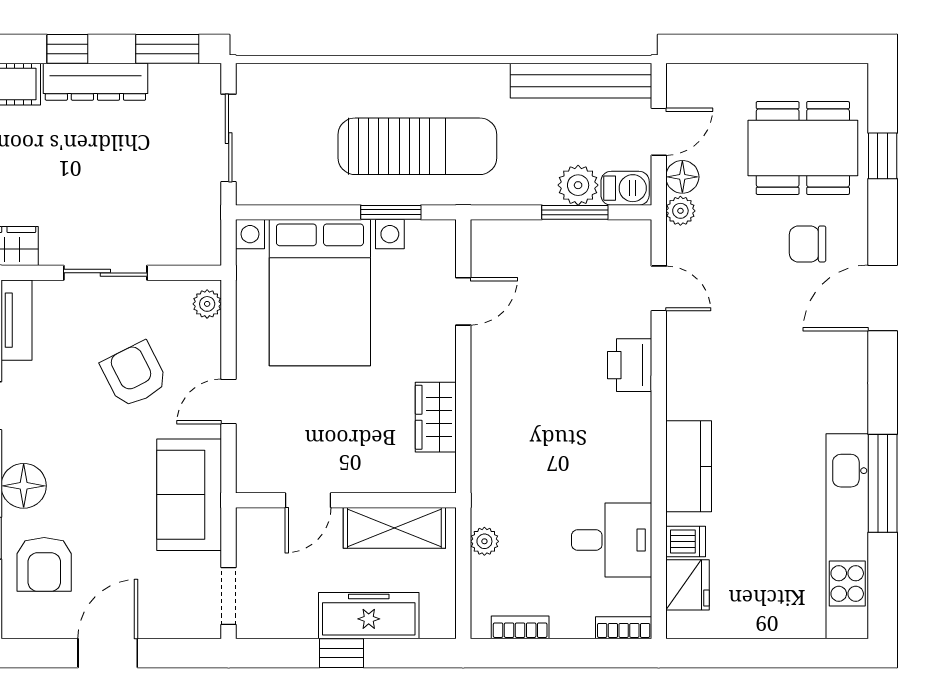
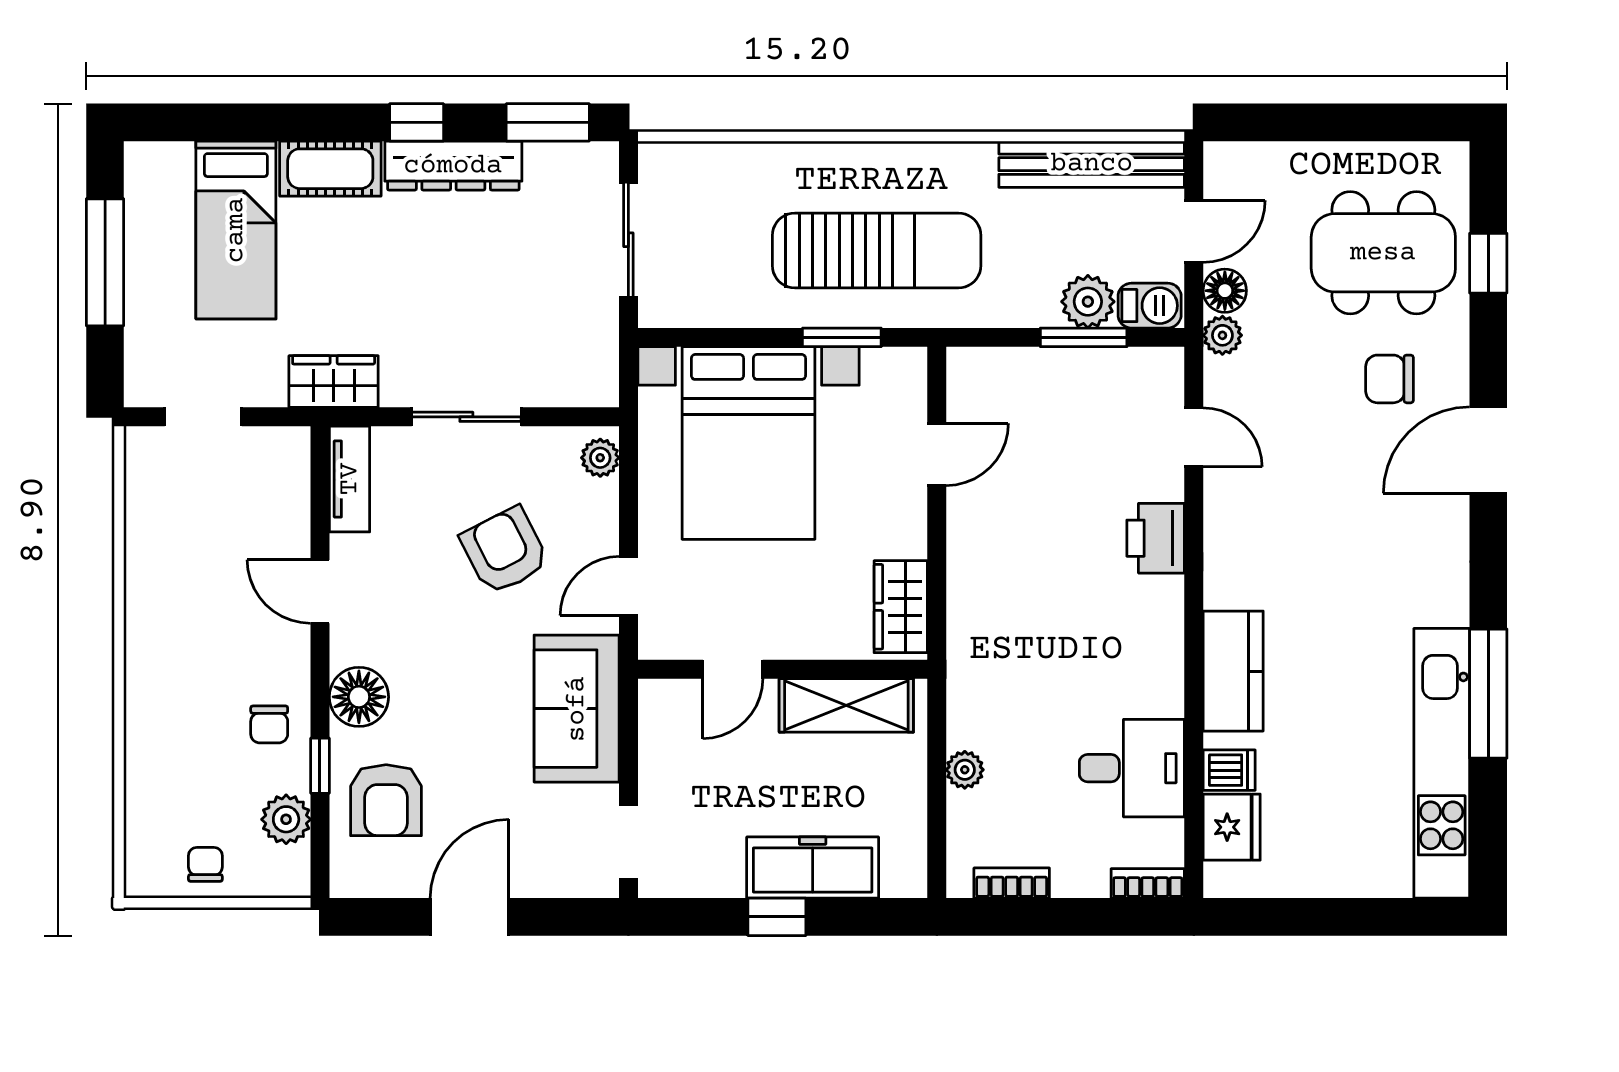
door: (308, 500) -> (733, 669), moved
wall: (346, 500) -> (783, 669), moved
shelving: (394, 528) -> (846, 705), moved

